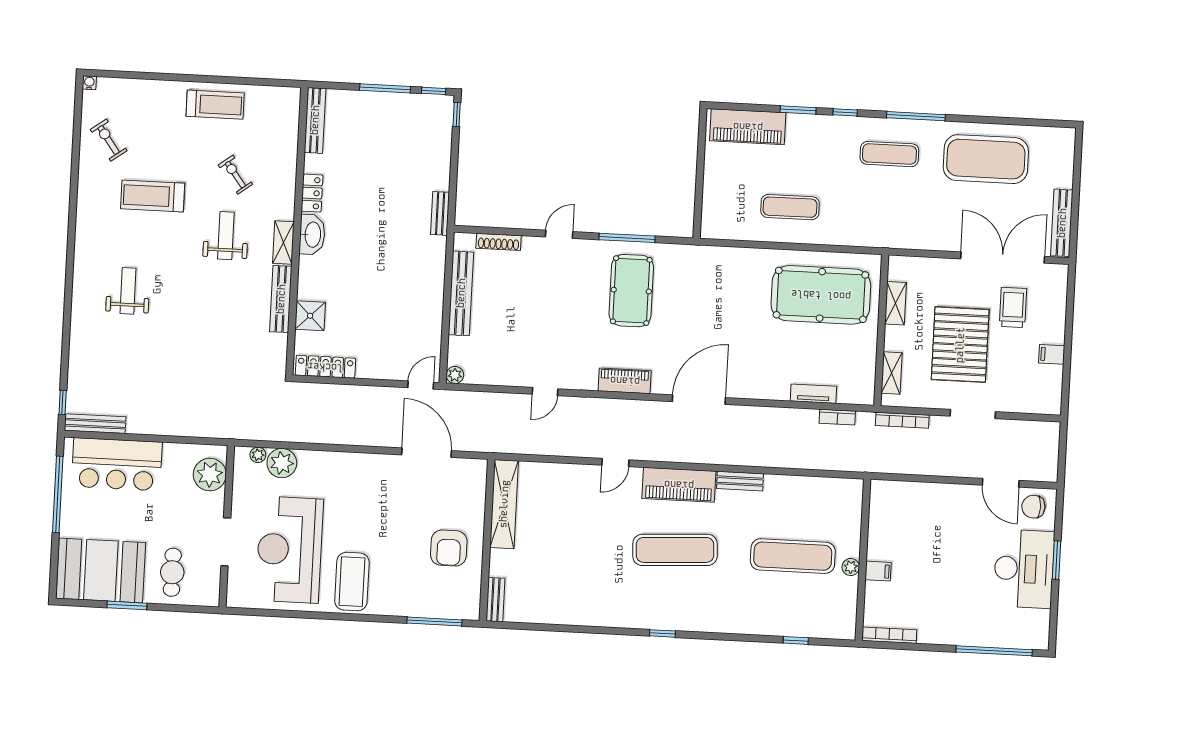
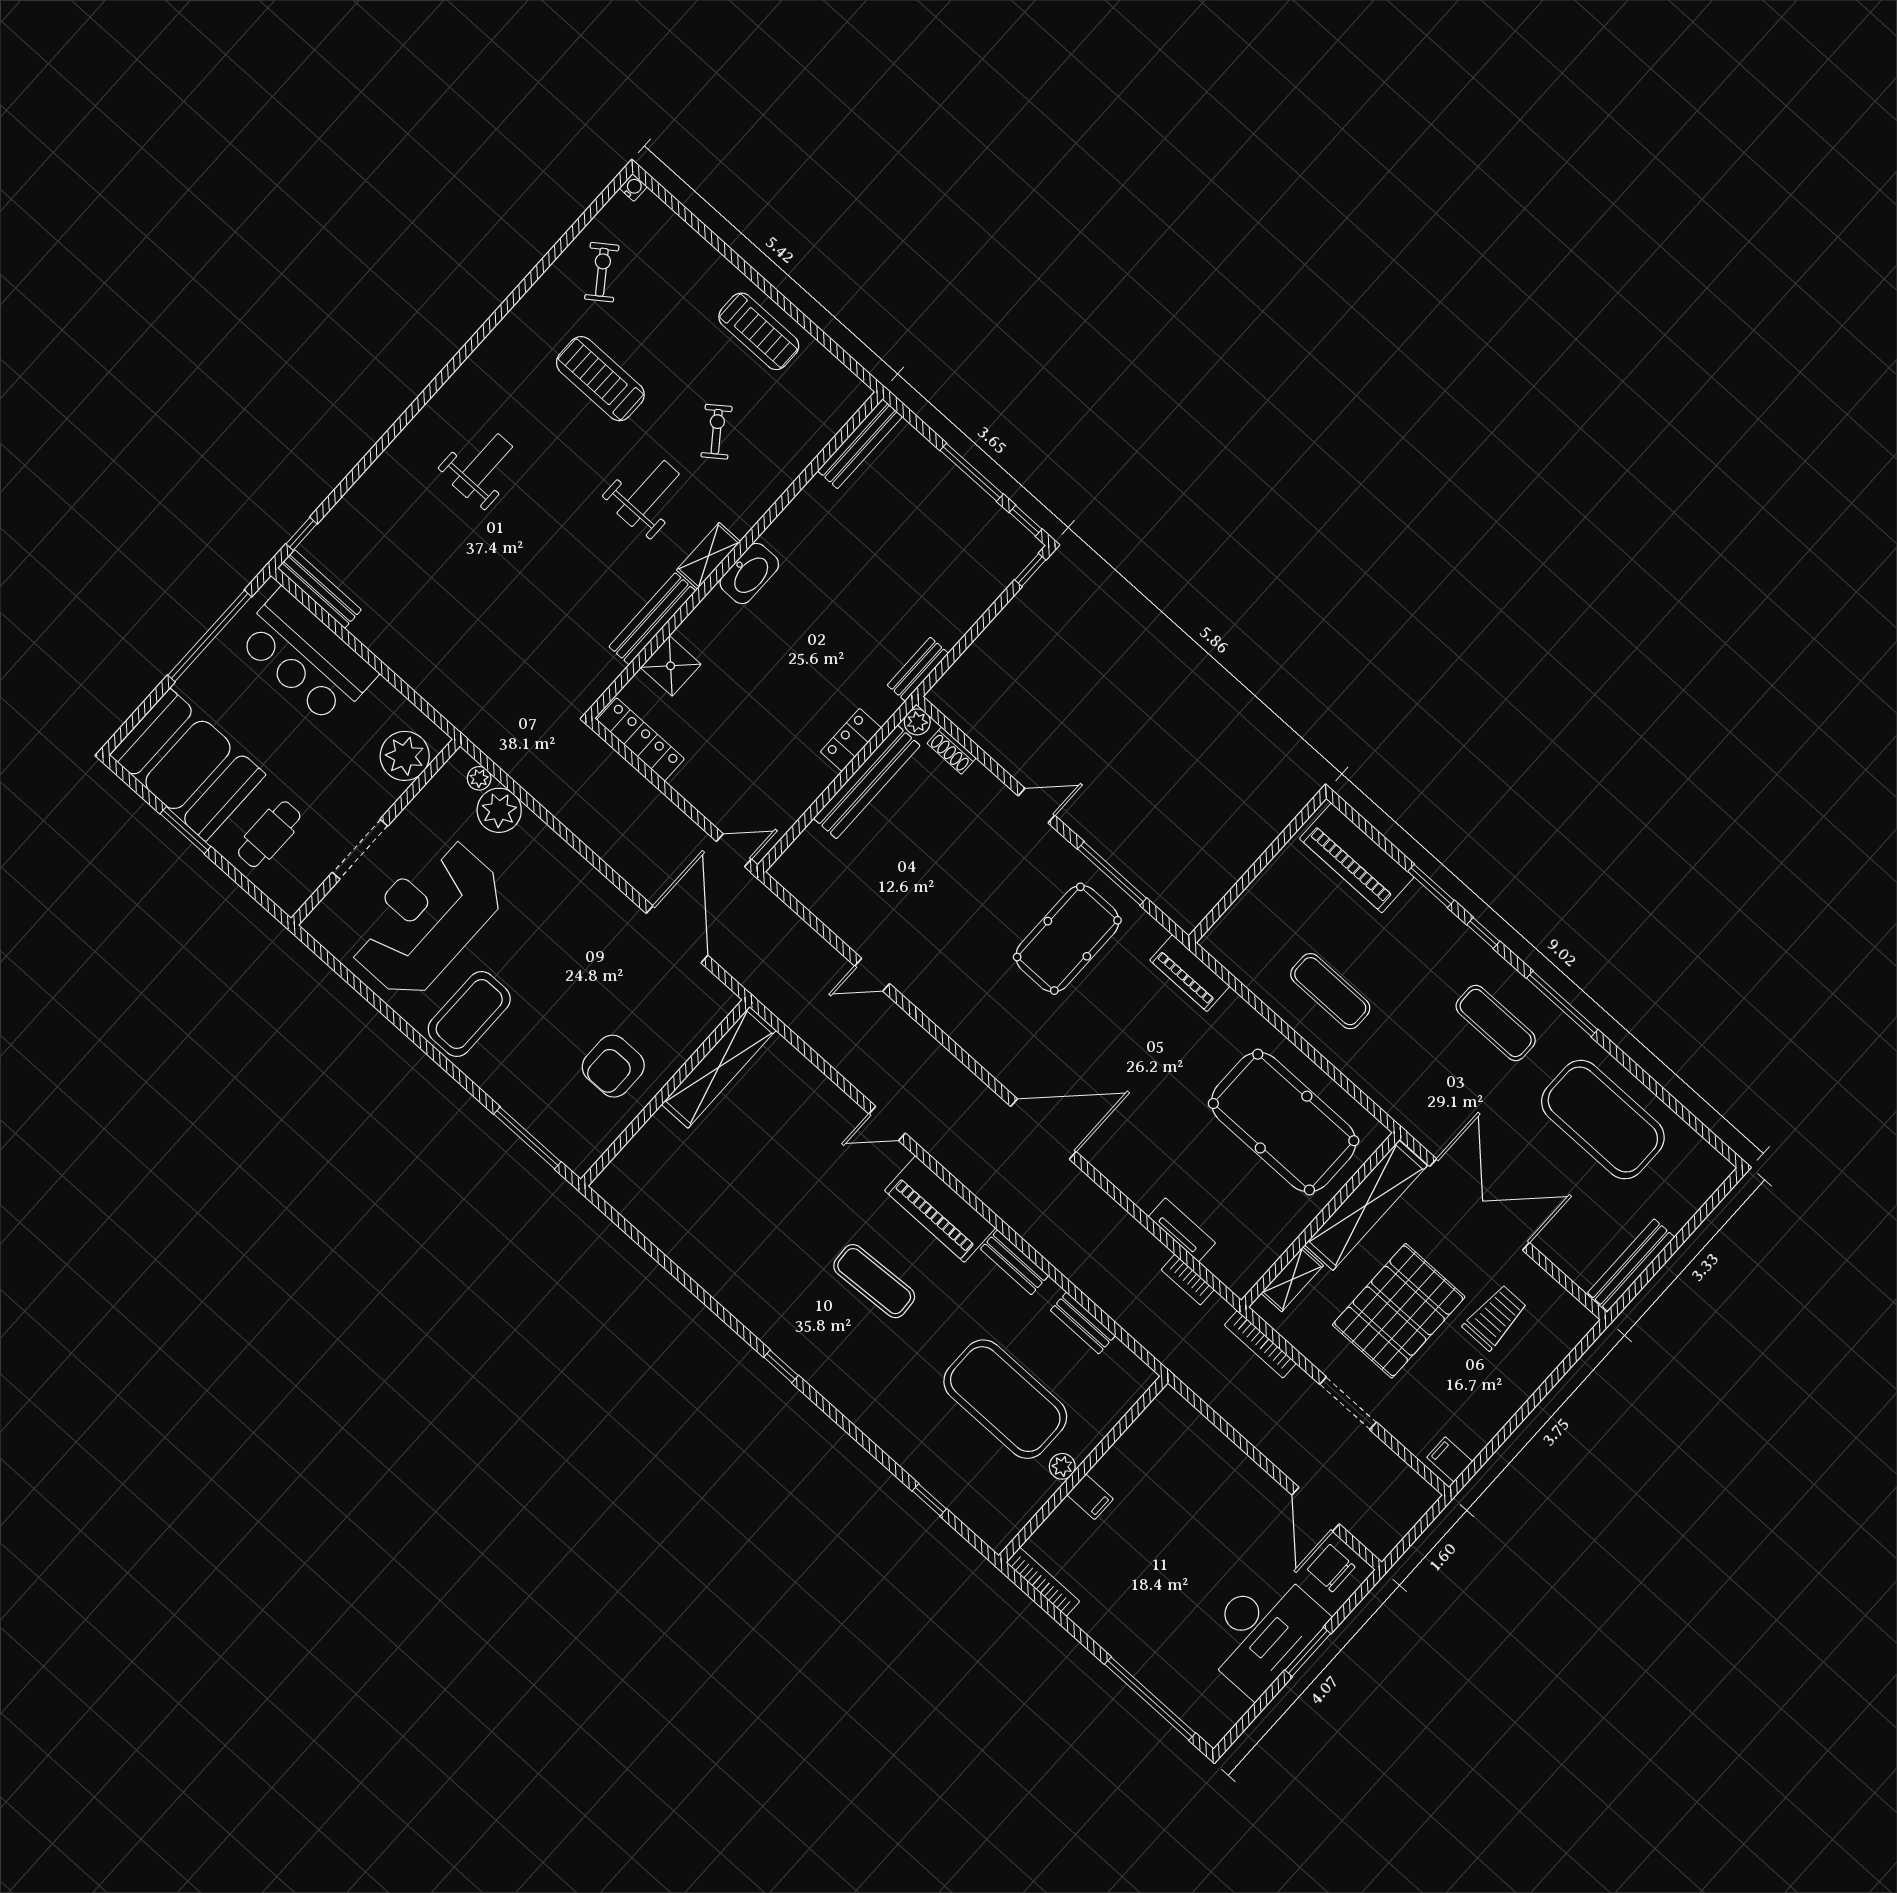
locker: (312, 193) -> (851, 740), moved, turned 180
shoe rack: (499, 242) -> (952, 751), width x0.70
double door: (1003, 258) -> (1480, 1205), moved
shelving: (895, 303) -> (1366, 1205), width x2.20, depth x1.33
filing cabinet: (1052, 354) -> (1450, 1459), moved
plant: (455, 375) -> (917, 722), moved
piano: (625, 381) -> (1190, 973), moved, turned 180
exercise mat: (675, 550) -> (874, 1281), width x0.73, depth x0.69
exercise mat: (793, 556) -> (1005, 1399), width x1.47
bench: (495, 600) -> (1083, 1323), moved, turned 90

